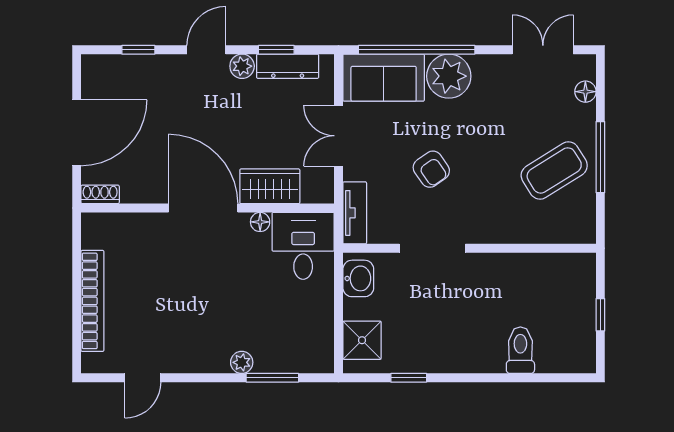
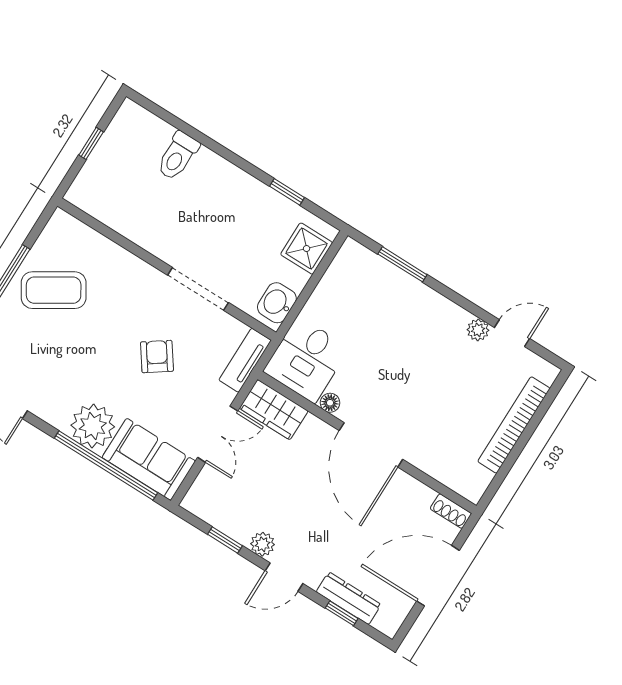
dresser: (288, 66) -> (349, 598), moved
wardrobe: (270, 186) -> (274, 410), moved
plant: (242, 362) -> (478, 330), moved

